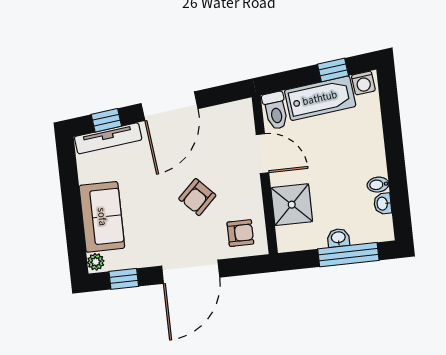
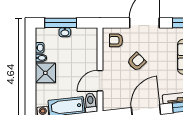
door: (262, 154) -> (100, 81), hinge flipped
shower: (292, 205) -> (45, 73), moved

